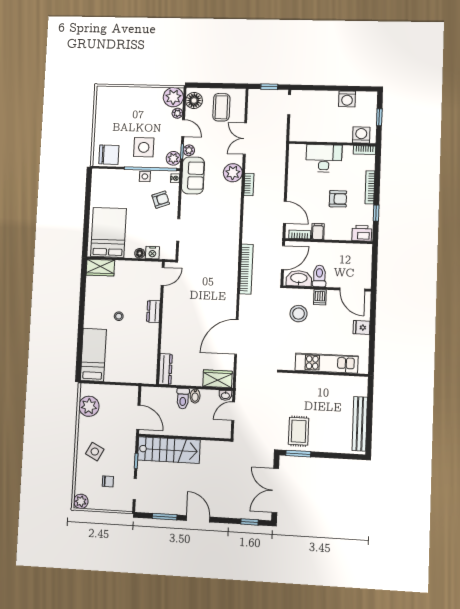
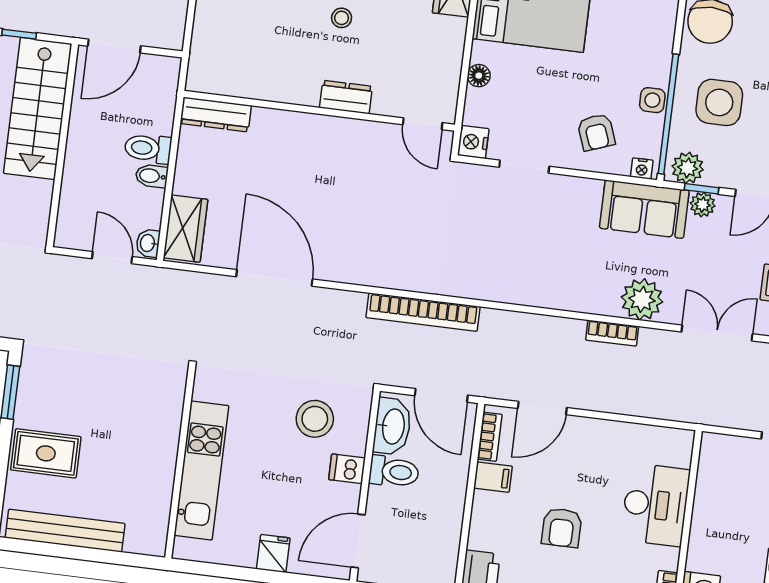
nightstand: (152, 253) -> (473, 142), moved
rug: (299, 431) -> (46, 453), moved

